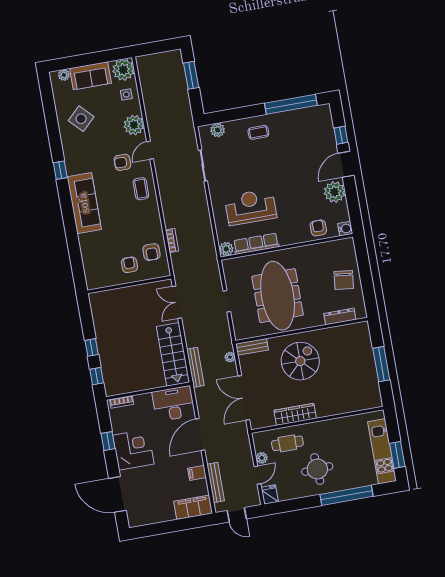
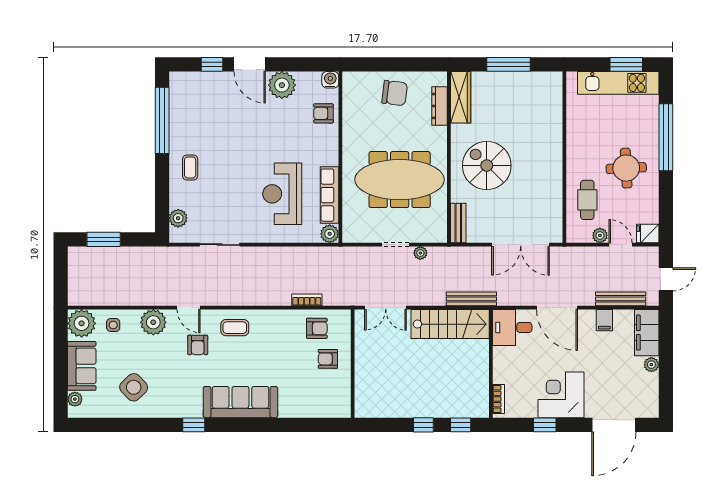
plant: (230, 357) -> (420, 253), moved
desk: (174, 404) -> (512, 327), width x0.73
wardrobe: (295, 414) -> (461, 97), moved, turned 180
plant: (169, 515) -> (651, 365), added

